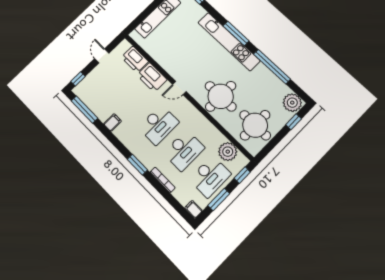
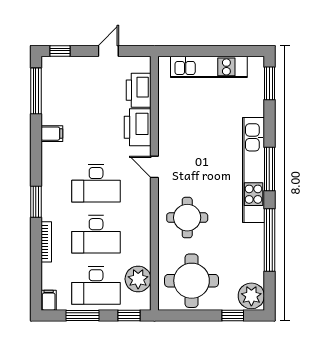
round table: (221, 96) -> (187, 218), width x0.73, depth x0.73

